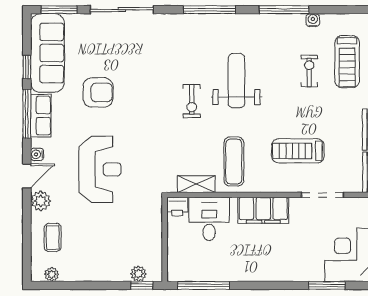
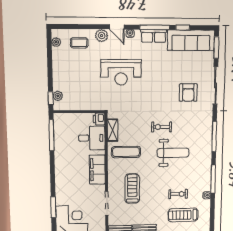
armchair: (98, 92) -> (188, 93), moved

